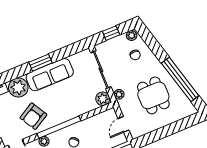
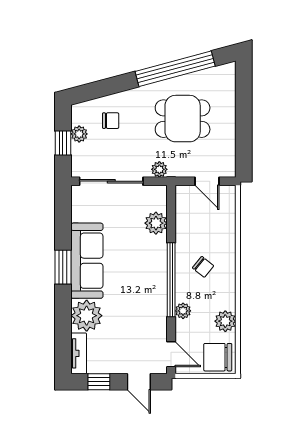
plant: (132, 35) -> (79, 134), moved
plant: (103, 99) -> (156, 223), moved
armchair: (33, 116) -> (139, 311), removed

